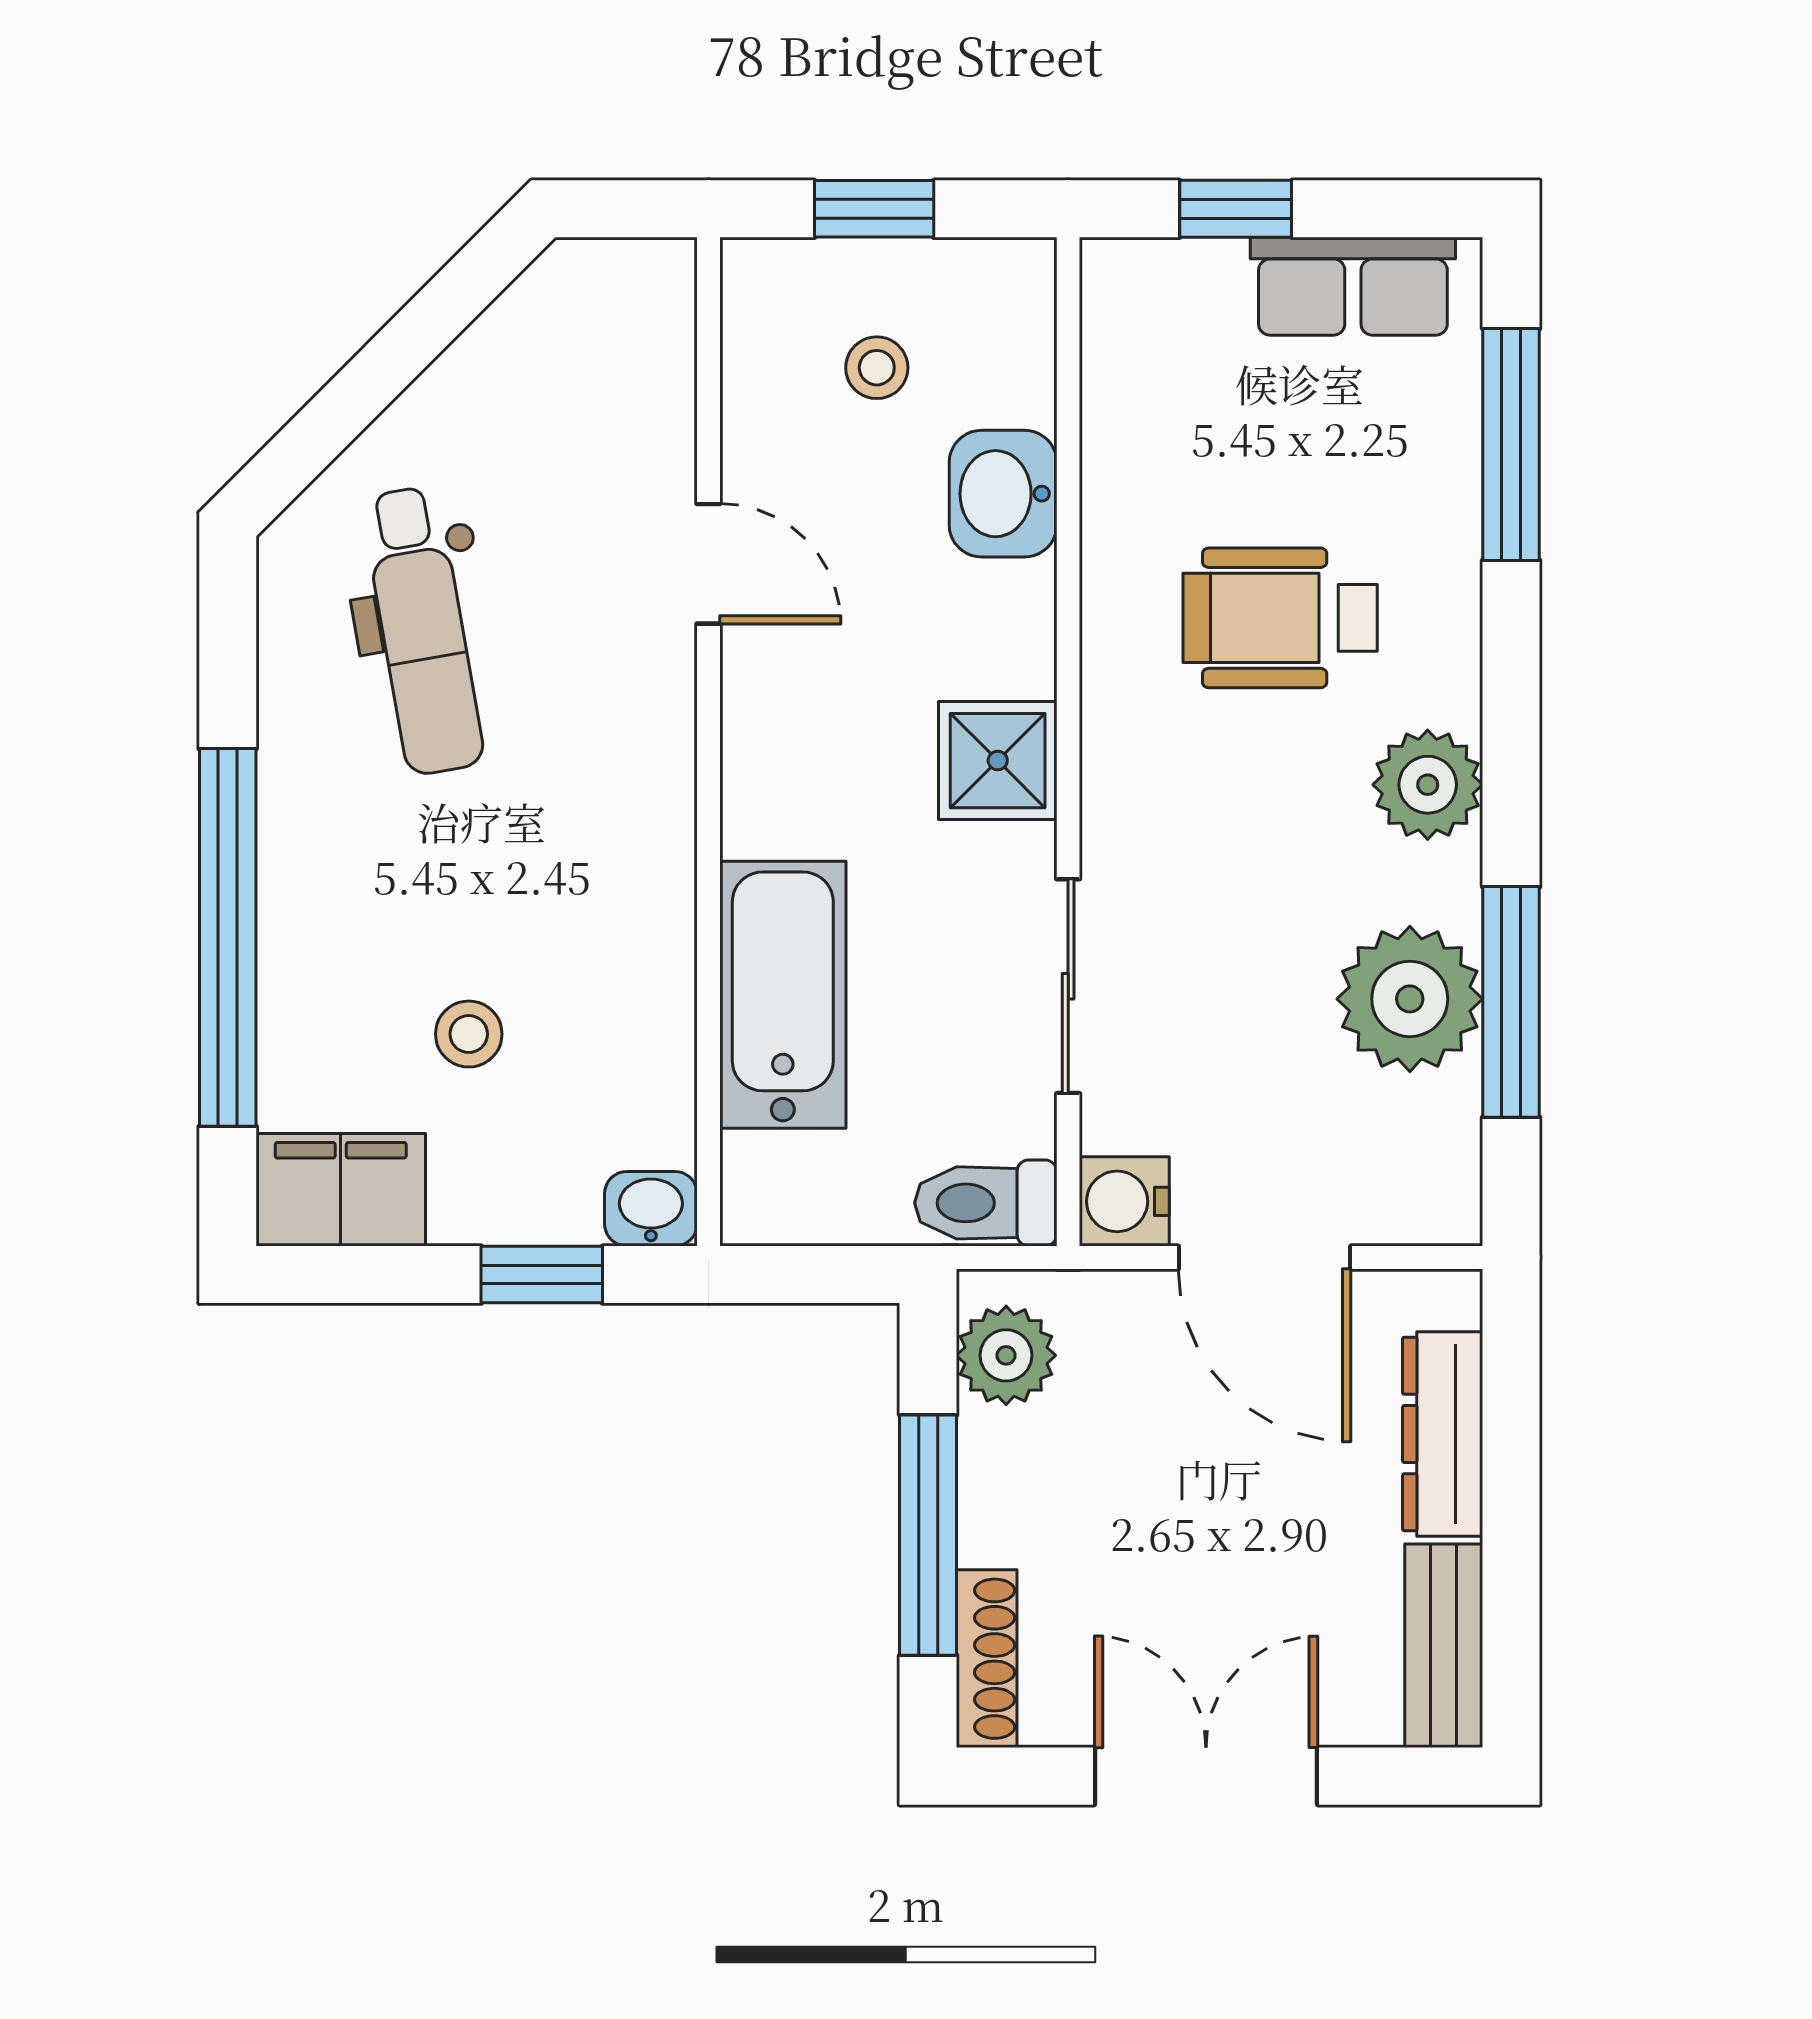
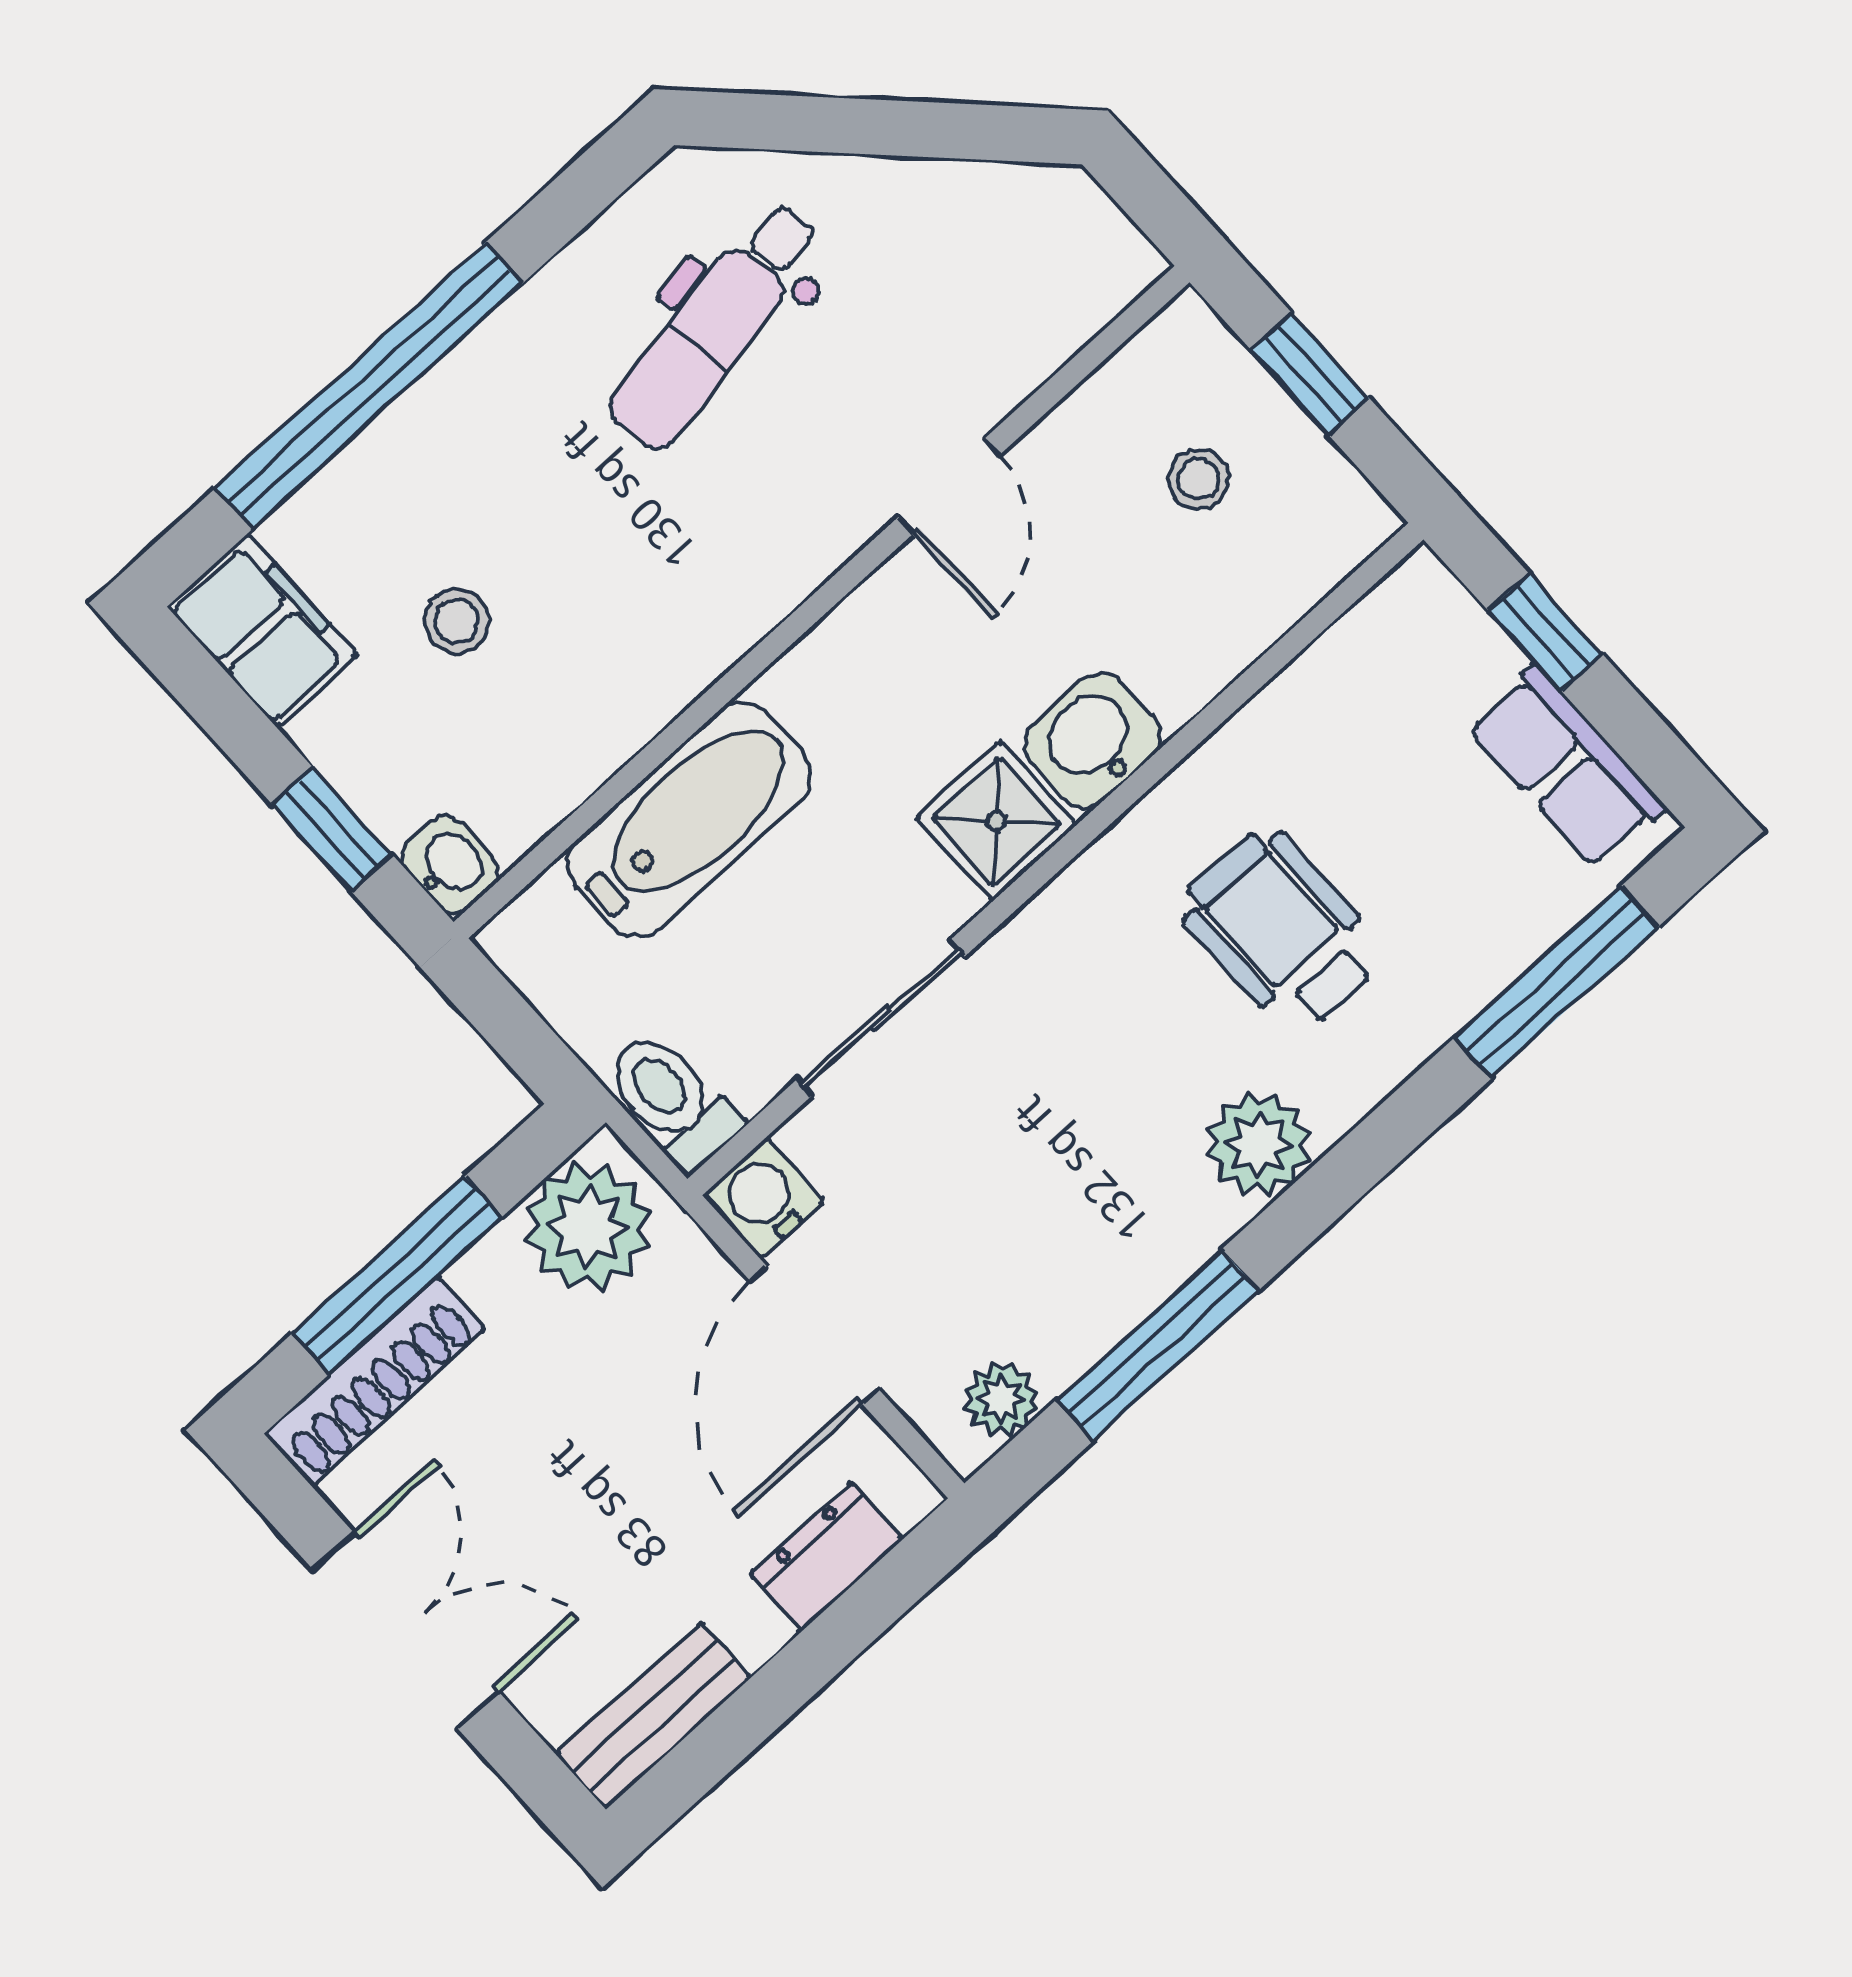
washbasin: (1003, 494) -> (1093, 740), moved
plant: (1410, 999) -> (1001, 1399), moved, width x0.53, depth x0.53
plant: (1006, 1355) -> (588, 1227), width x1.36, depth x1.36
dresser: (1443, 1434) -> (826, 1557), width x0.70
shoe rack: (987, 1659) -> (375, 1382), width x1.36, depth x1.24

